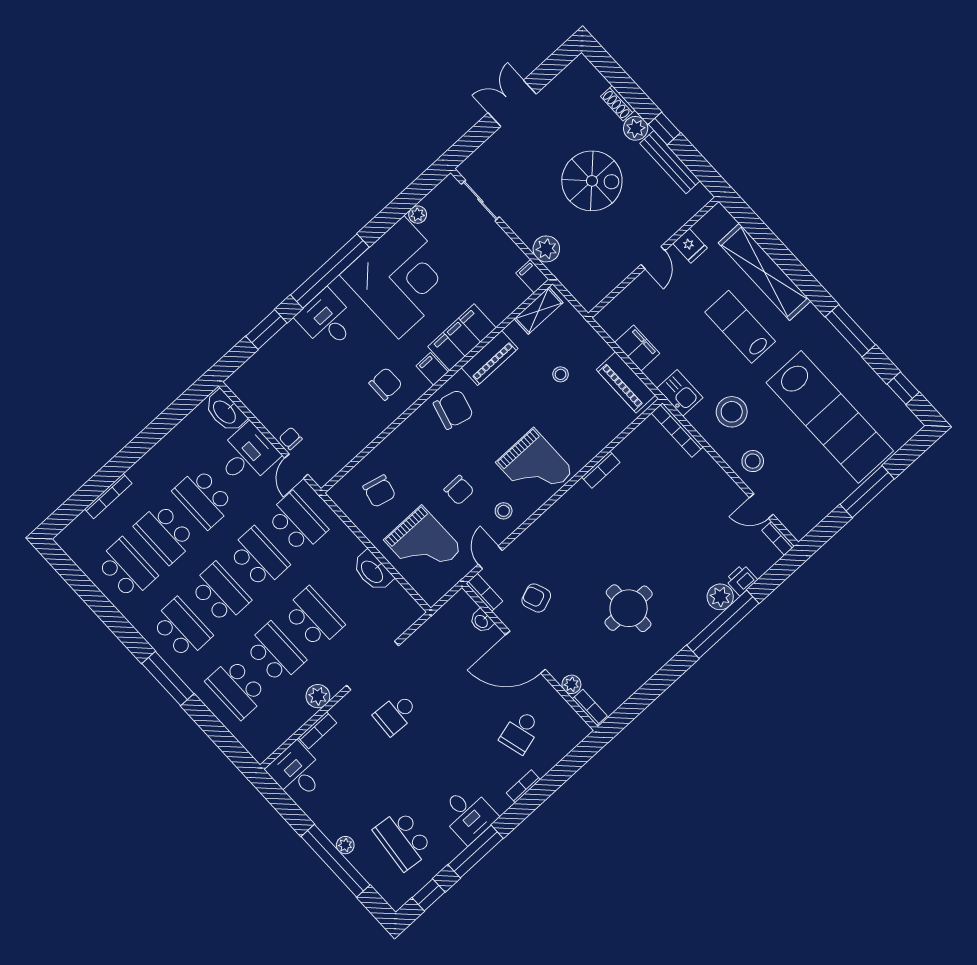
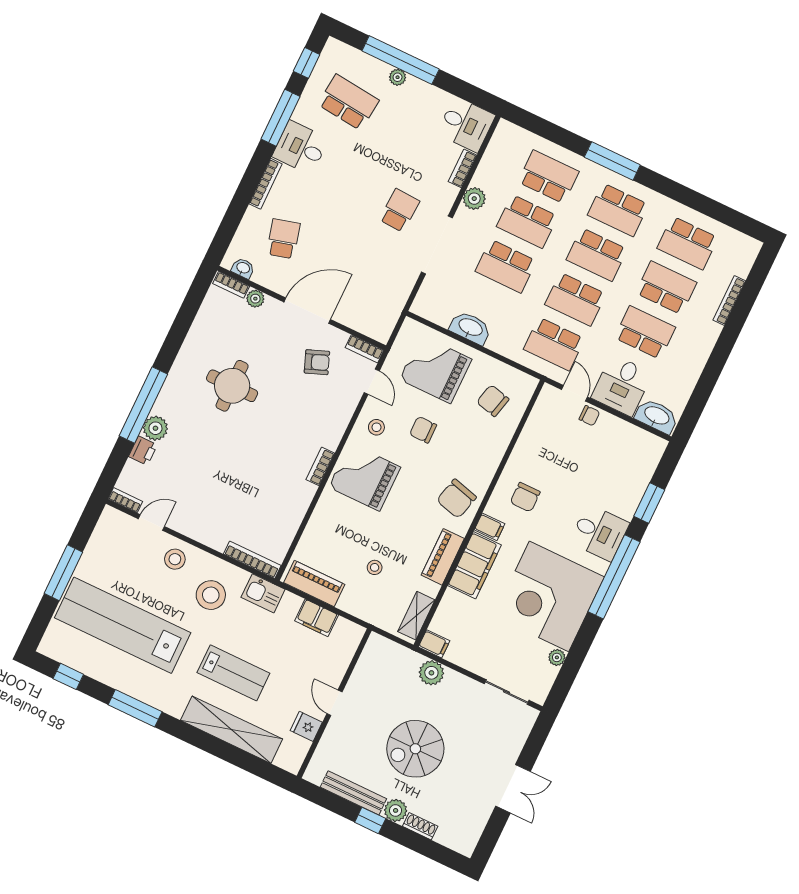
bookcase: (601, 470) -> (320, 466), moved
washbasin: (482, 621) -> (243, 268), moved
bookcase: (523, 786) -> (266, 184), width x1.56

